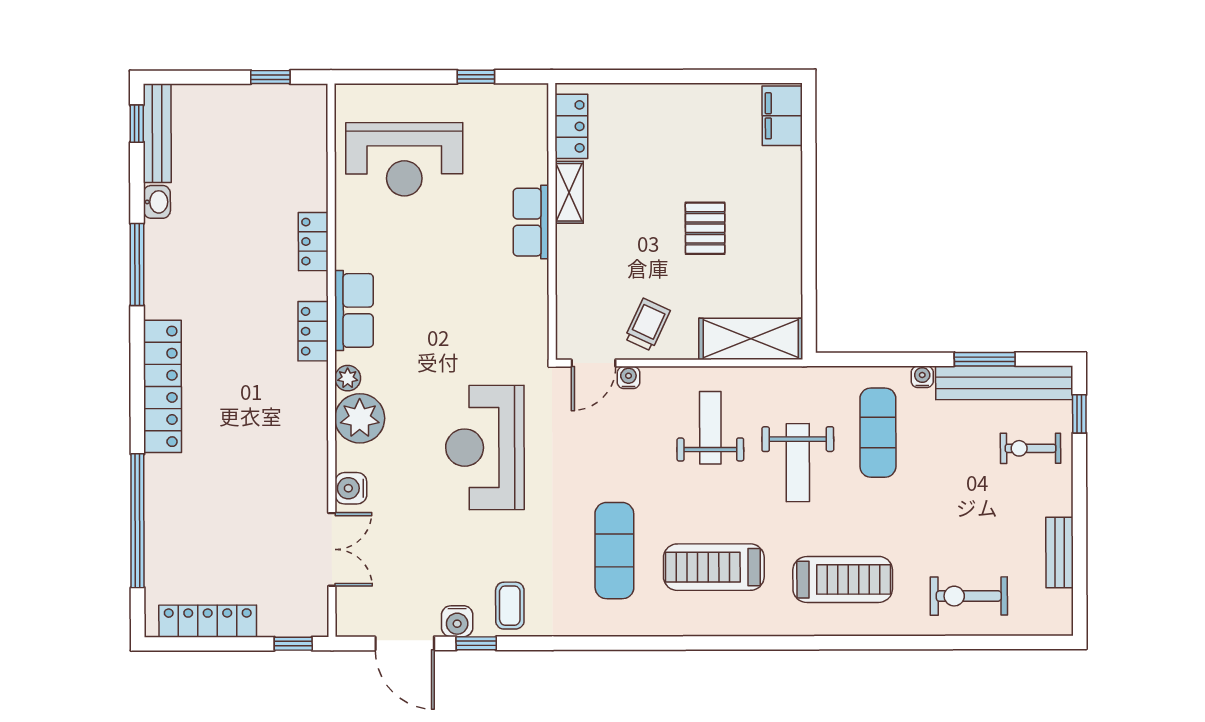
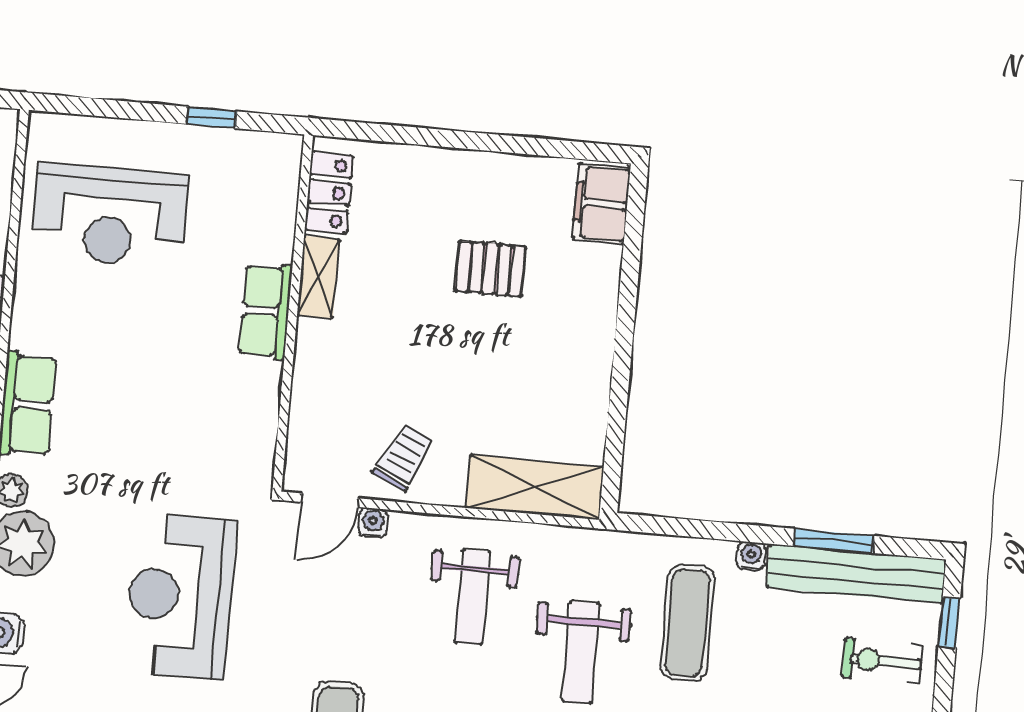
pallet: (705, 228) -> (490, 269), moved, turned 90
weight bench: (710, 428) -> (472, 597), turned 180

